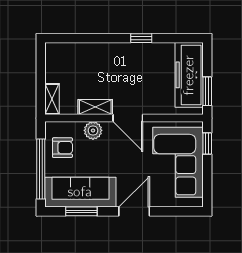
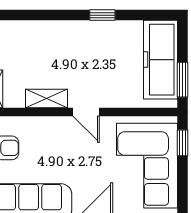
door: (128, 118) -> (86, 112), width x0.73
plant: (93, 130) -> (44, 127), removed

